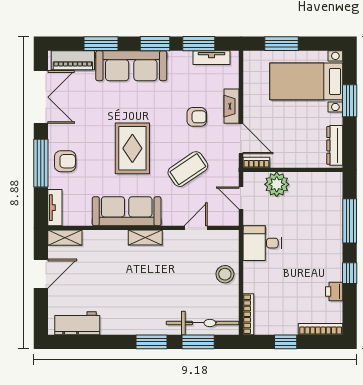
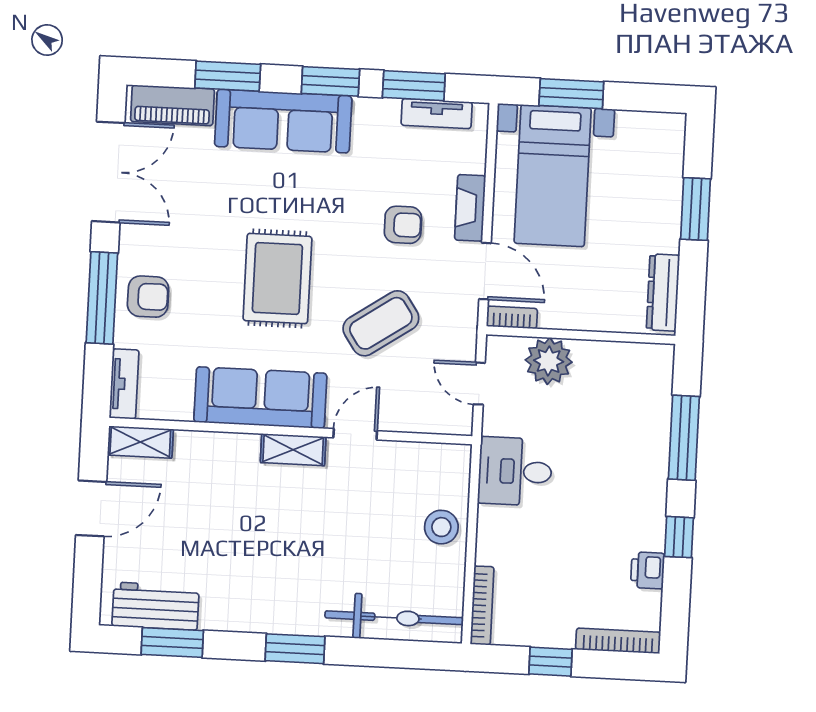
bed with nightstands: (306, 81) -> (553, 176), moved, turned -90
door: (196, 228) -> (355, 434), moved
window: (198, 342) -> (172, 642), moved

